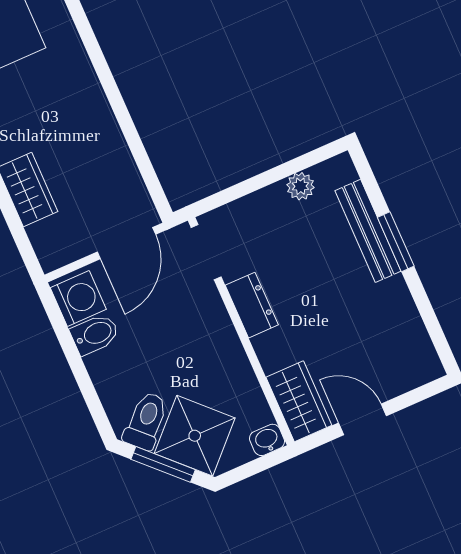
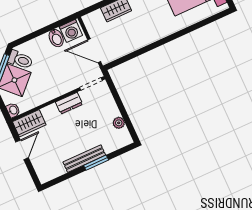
bench: (368, 231) -> (84, 159), moved

